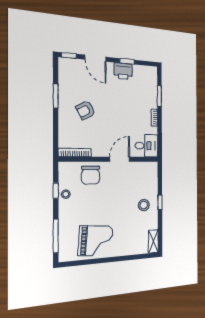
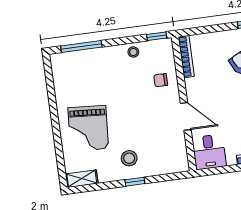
chair: (91, 175) -> (161, 80), width x0.54, depth x0.54
window: (56, 191) -> (157, 36), moved
grand piano: (96, 241) -> (88, 128), moved

